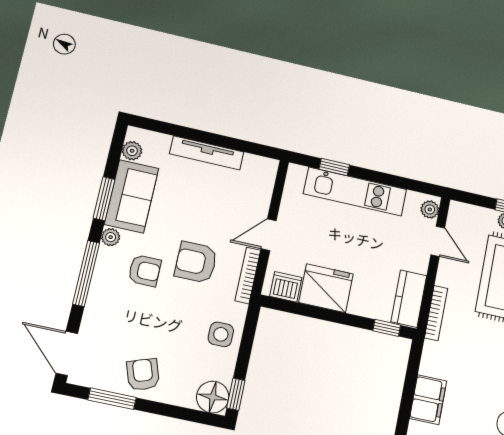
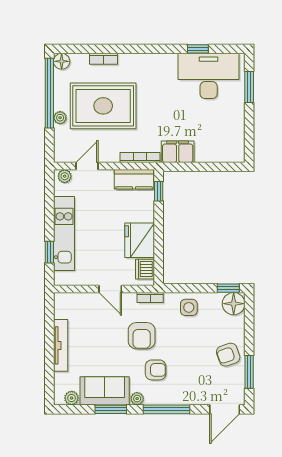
armchair: (145, 271) -> (156, 370), turned 90
bookcase: (248, 275) -> (150, 298), width x0.64
filing cabinet: (428, 400) -> (178, 152), moved

